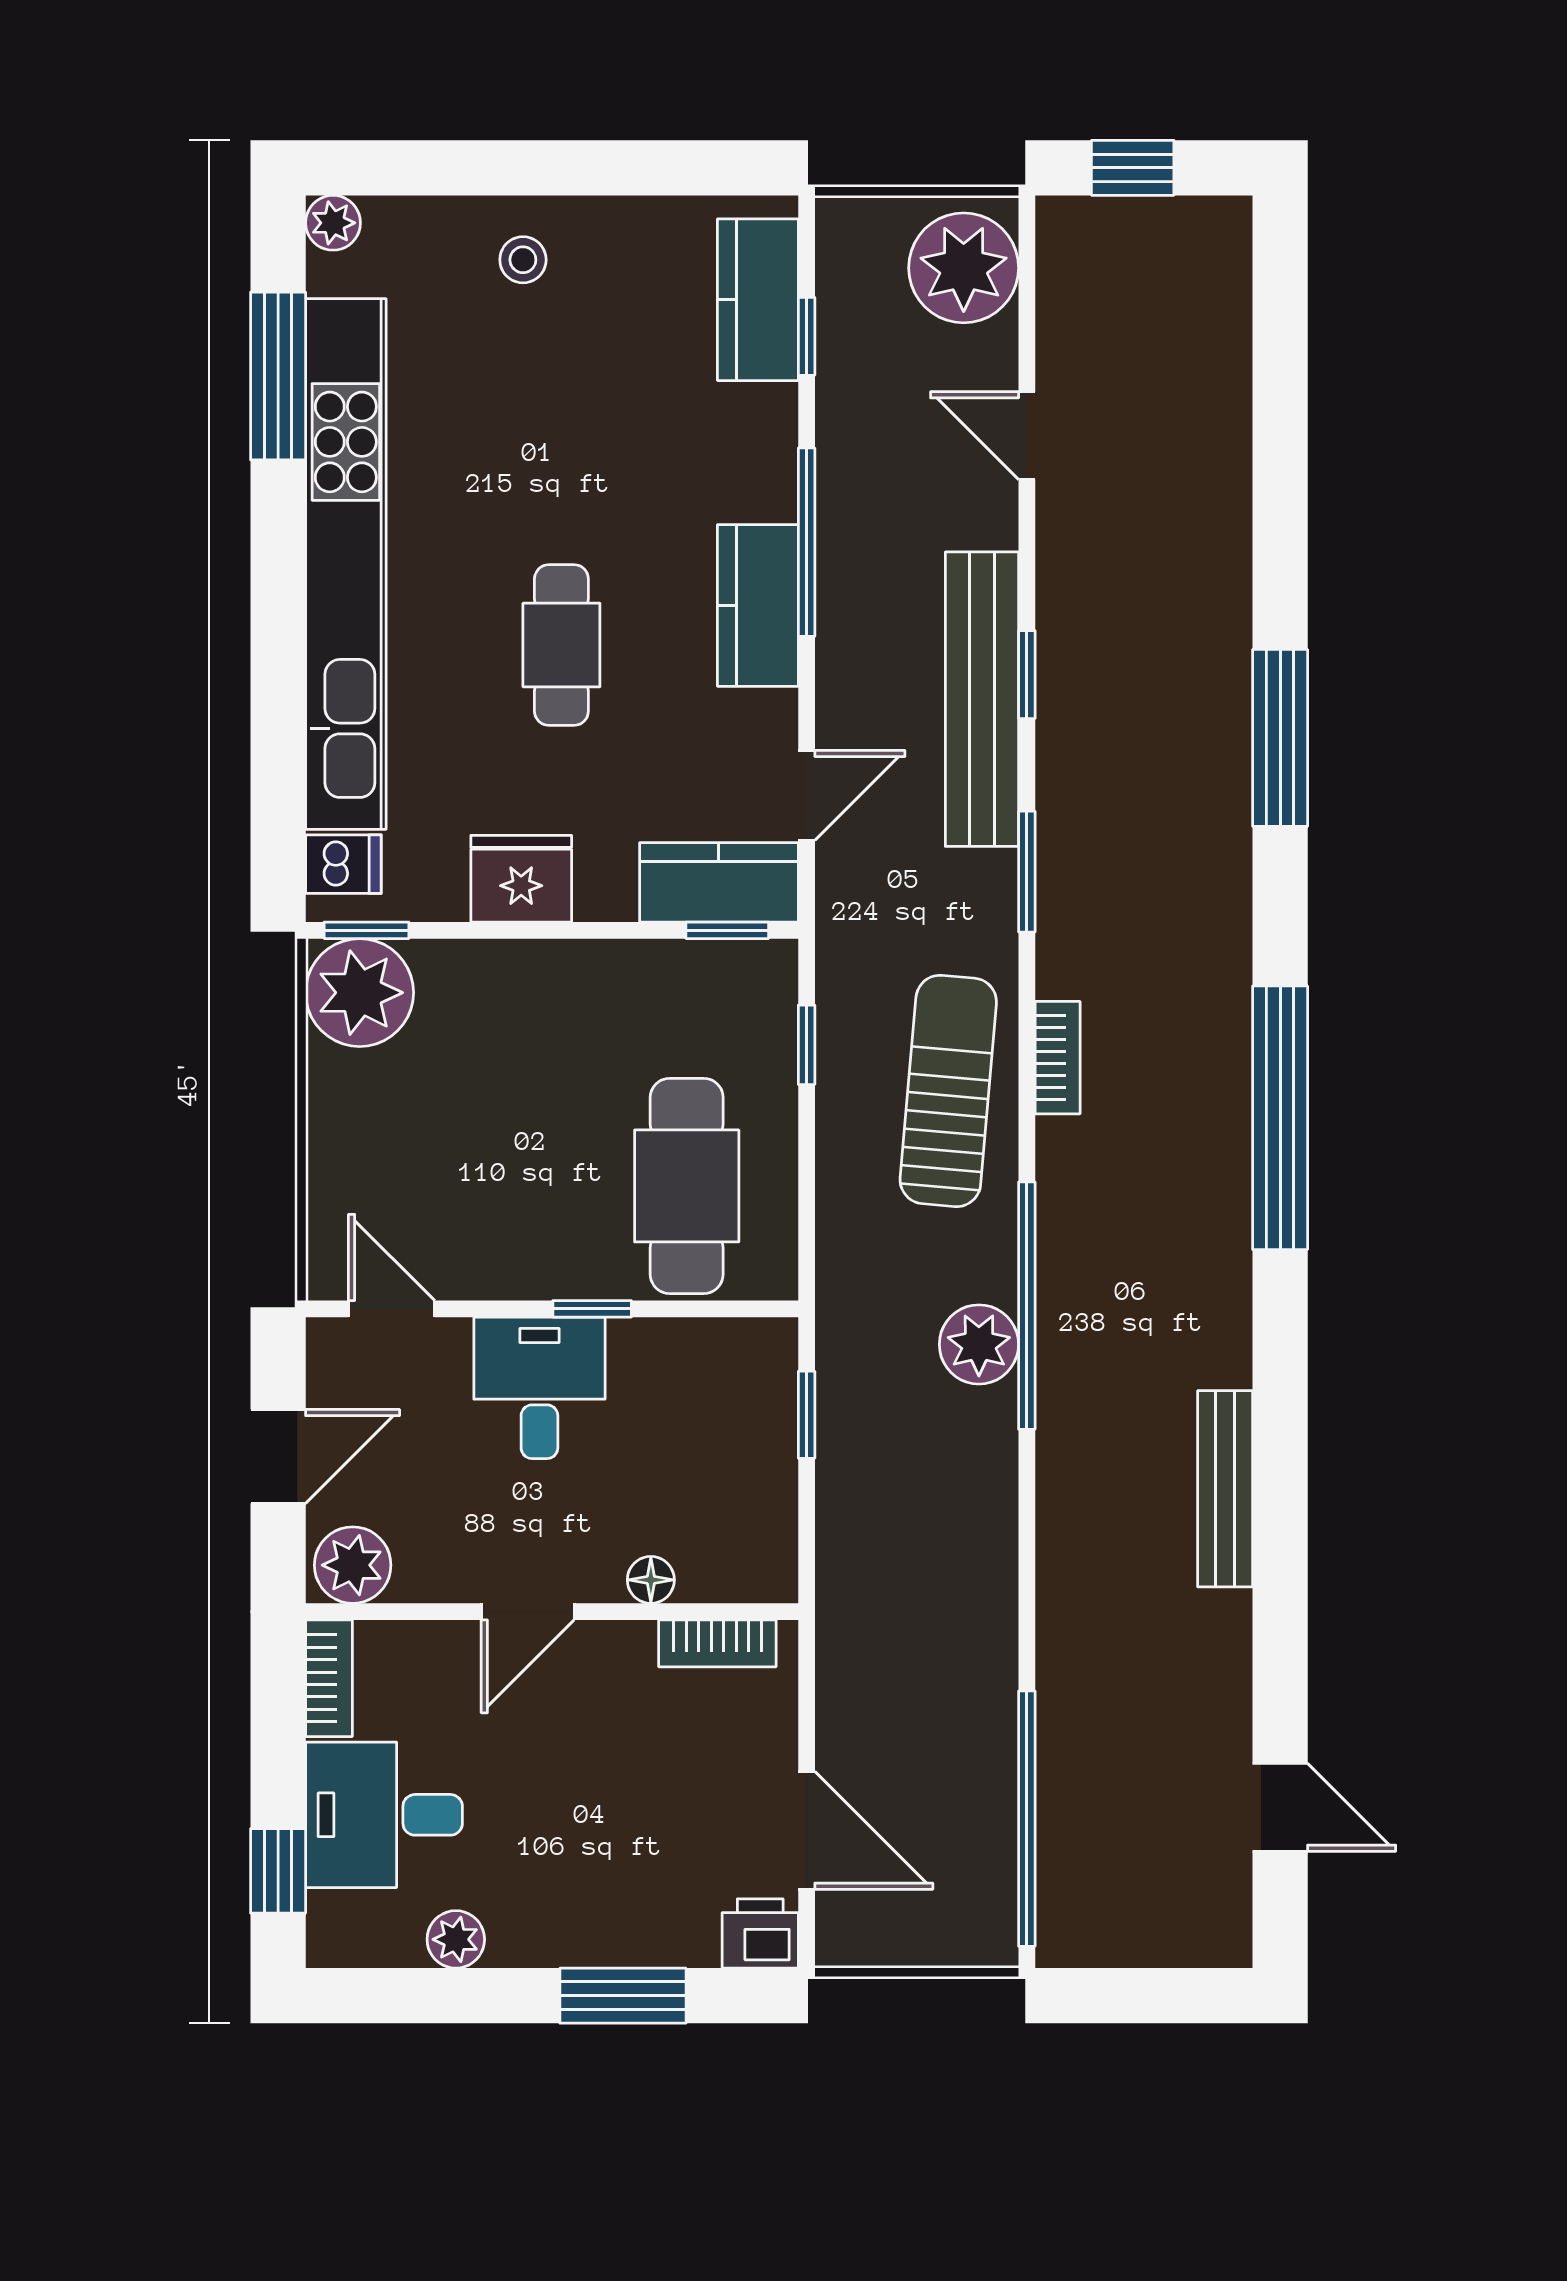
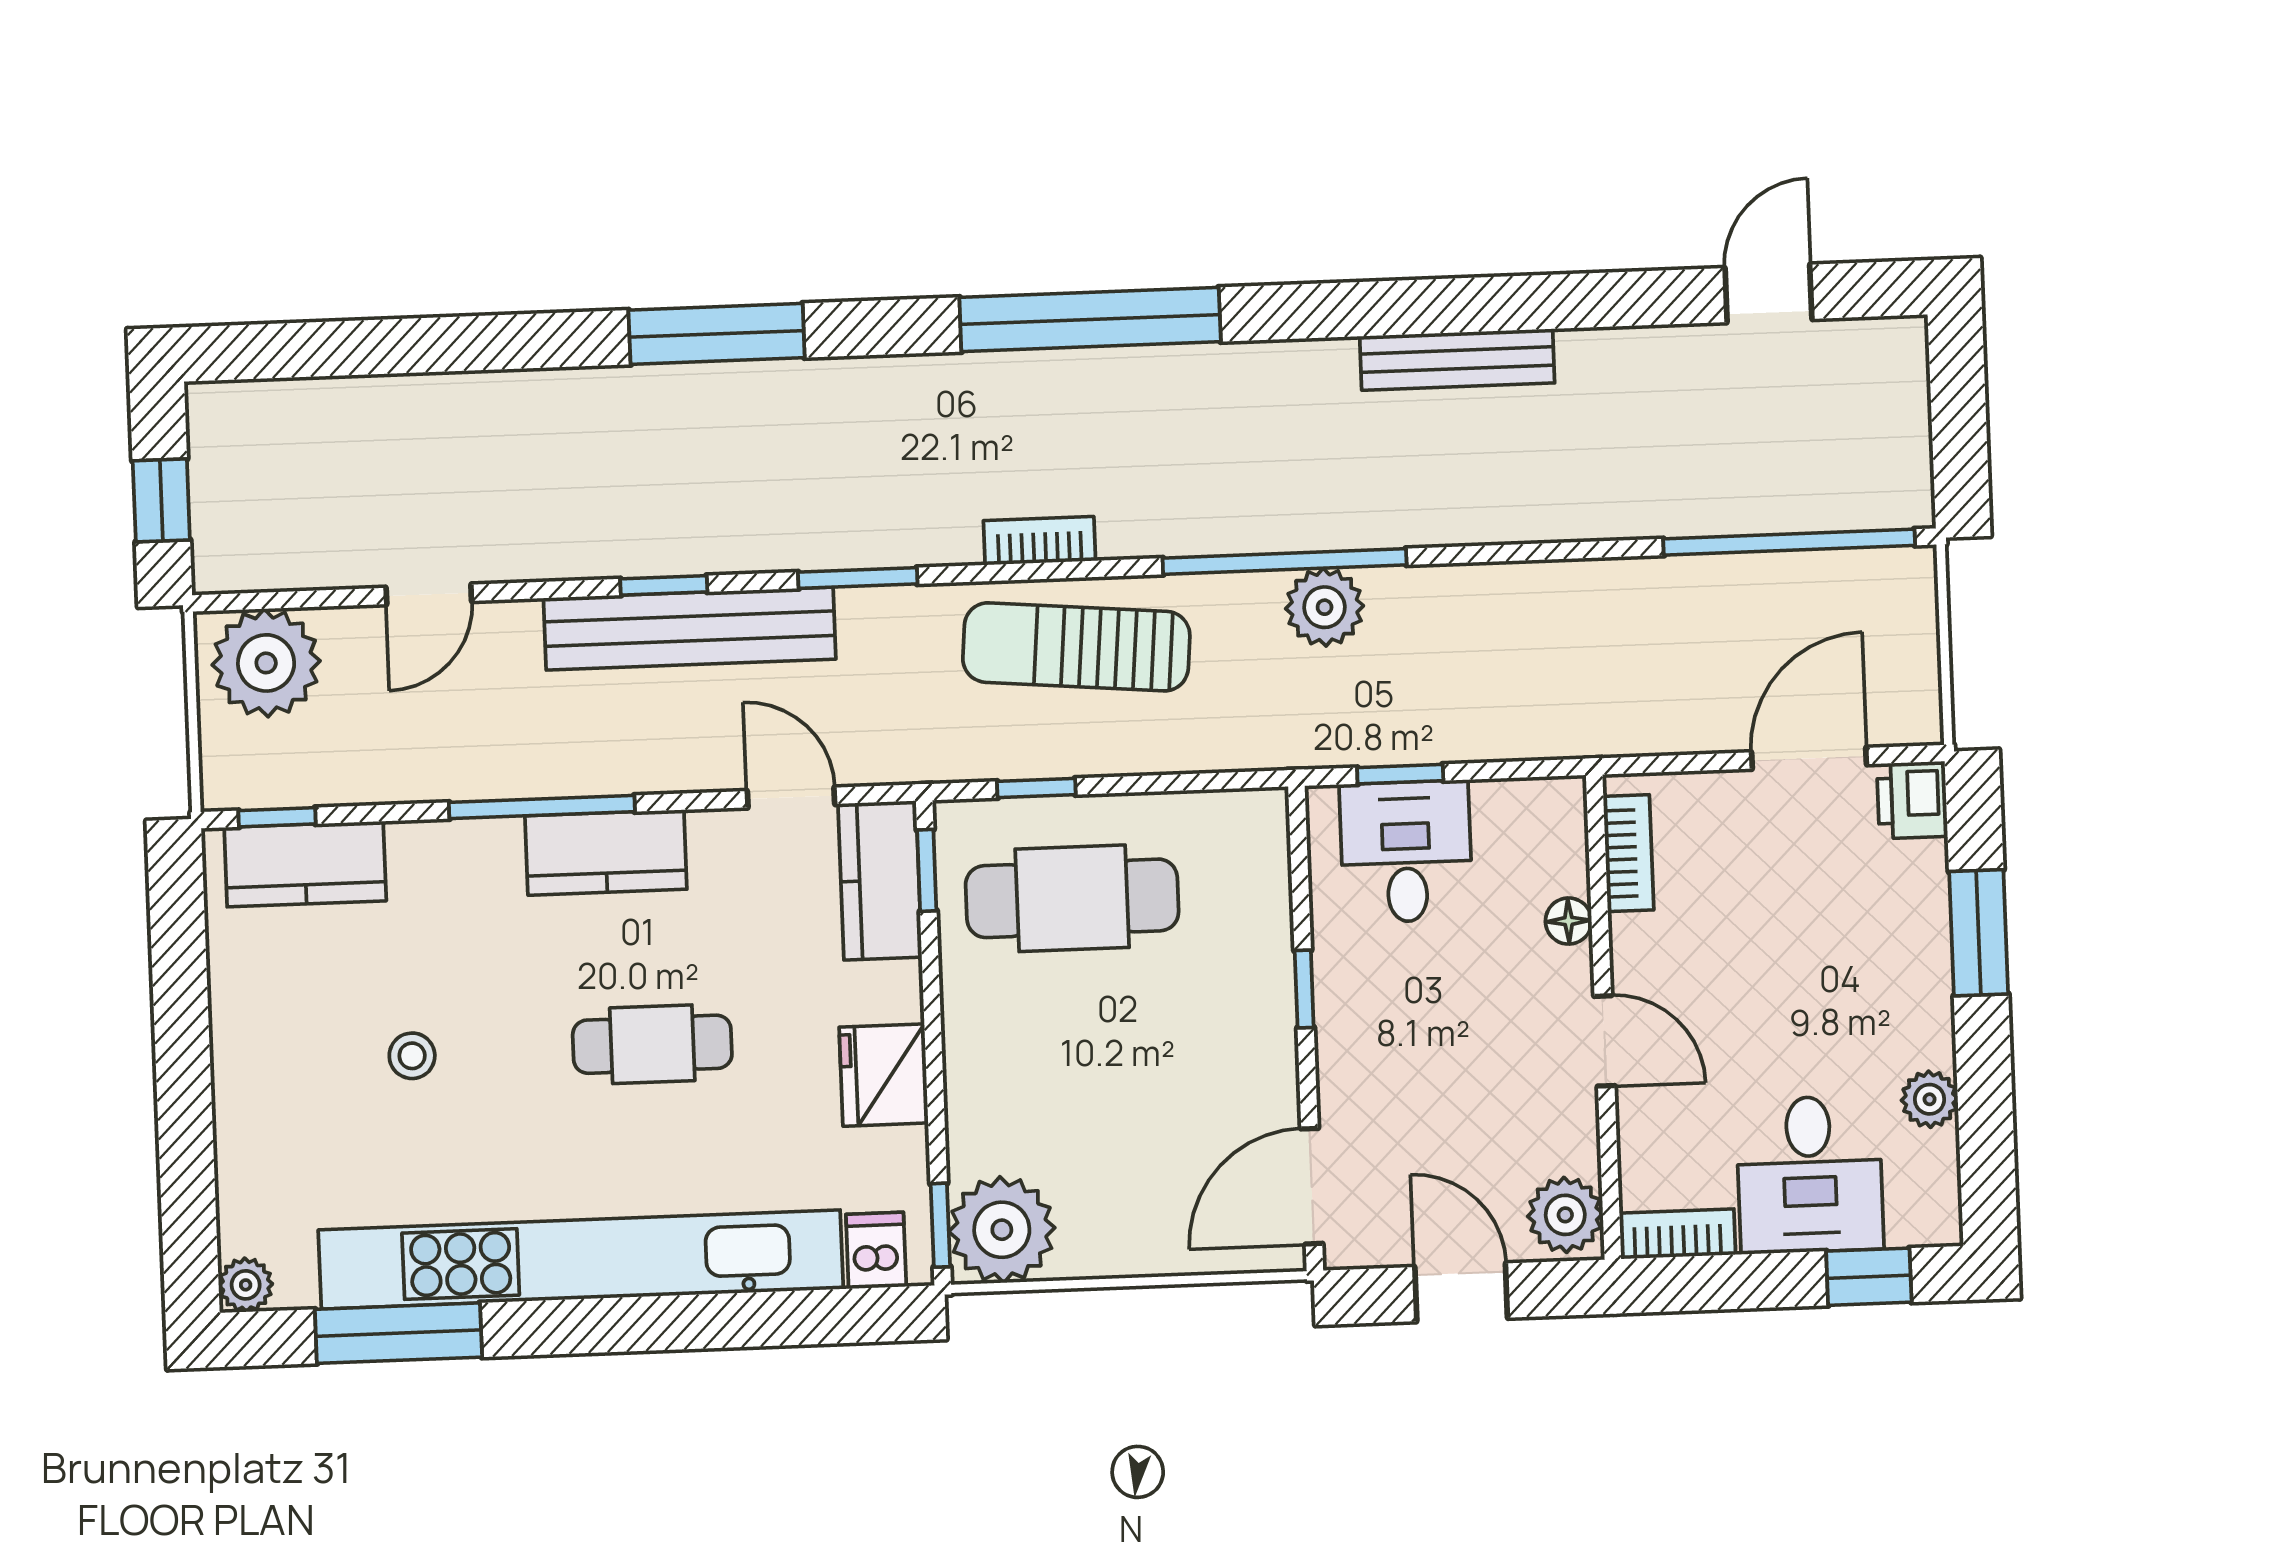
stool: (523, 260) -> (412, 1056), moved
window: (807, 336) -> (277, 817), moved
cafe table: (687, 1186) -> (1072, 898), moved
door: (392, 1309) -> (1312, 1186), width x1.38
desk: (539, 1388) -> (1406, 852), moved, turned 90

